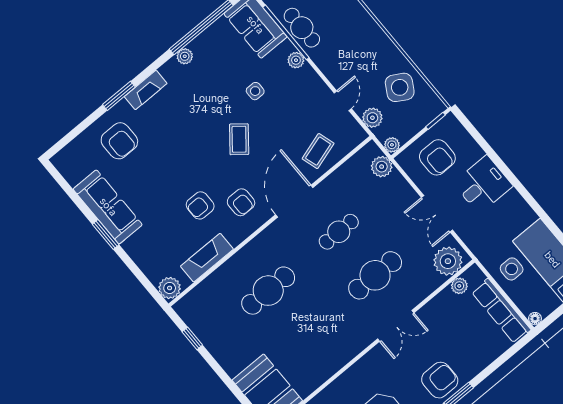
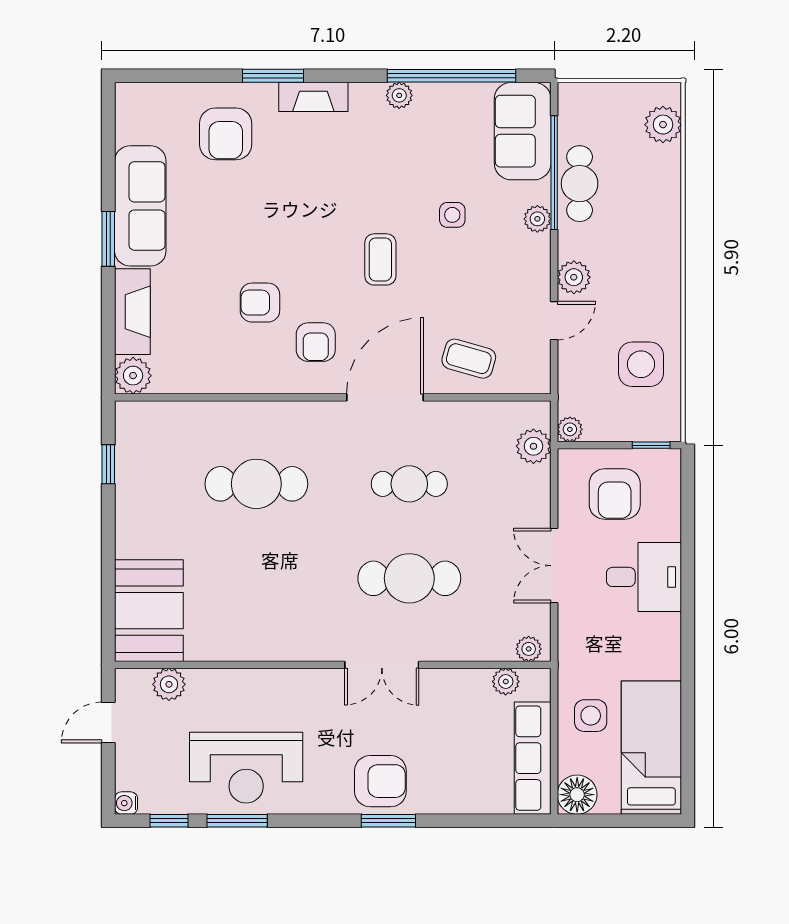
side table: (400, 87) -> (641, 364), turned -30
plant: (372, 118) -> (574, 277), moved
coffee table: (239, 139) -> (380, 259), turned -39
coffee table: (318, 151) -> (469, 359), turned 33
fireplace: (207, 258) -> (132, 312), moved, turned 90
plant: (448, 261) -> (529, 649), width x0.53, depth x0.53
floor lamp: (535, 319) -> (577, 795), width x1.89, depth x1.89

